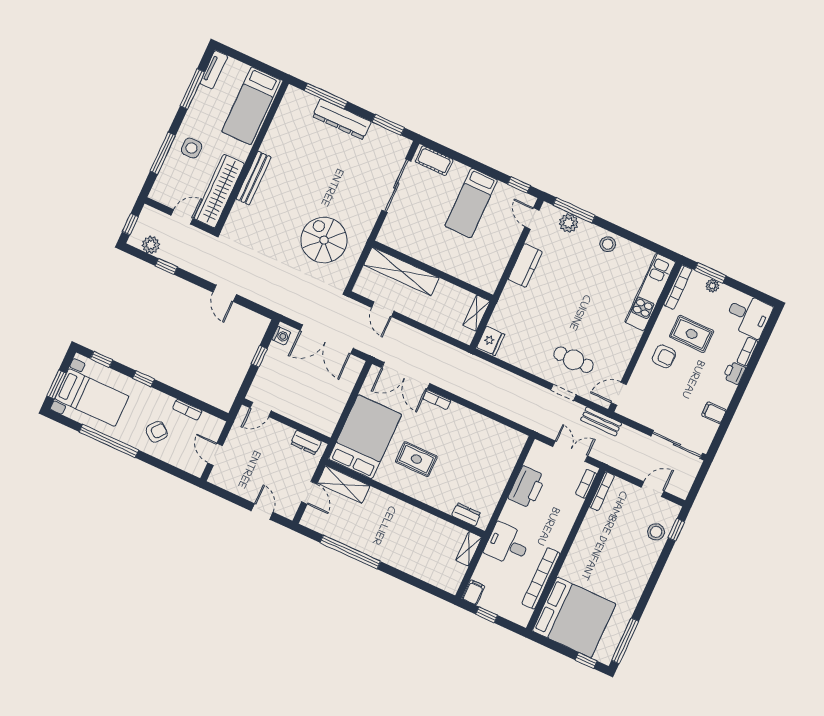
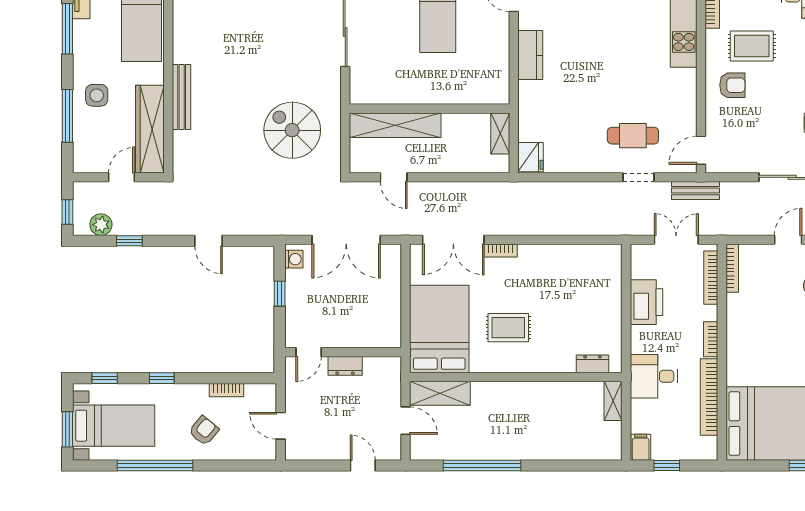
dresser: (306, 442) -> (345, 366), moved
bookcase: (586, 484) -> (711, 278), width x1.56
bookcase: (562, 536) -> (711, 339), added

